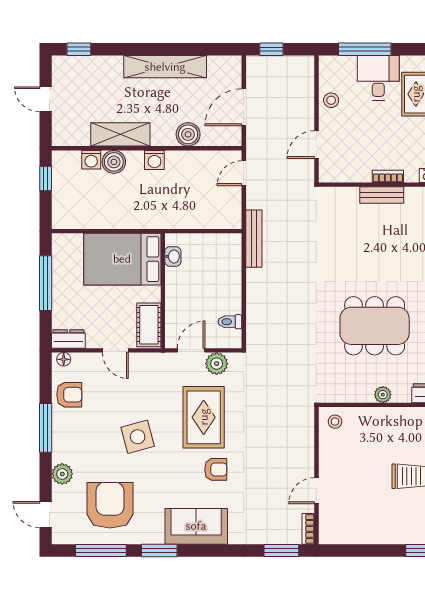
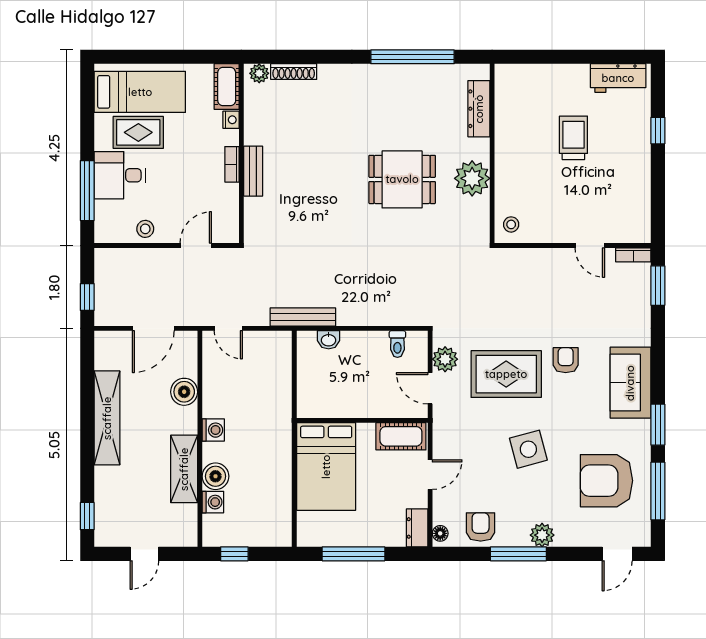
door: (244, 107) -> (153, 328), hinge flipped
door: (316, 145) -> (196, 246), swing flipped
washbasin: (173, 256) -> (329, 340), moved, turned 180
dining table: (375, 326) -> (402, 179), width x0.73
plant: (383, 395) -> (472, 178), width x1.88, depth x1.88
plant: (62, 474) -> (542, 535), moved

